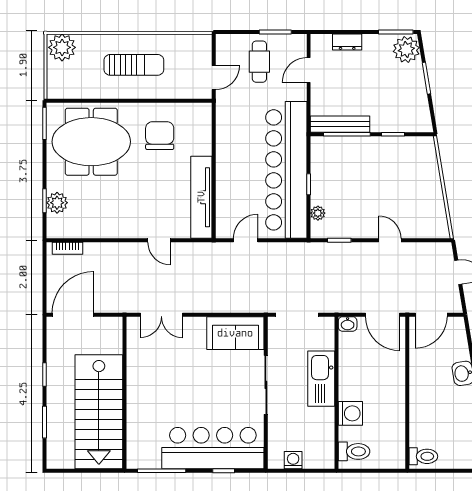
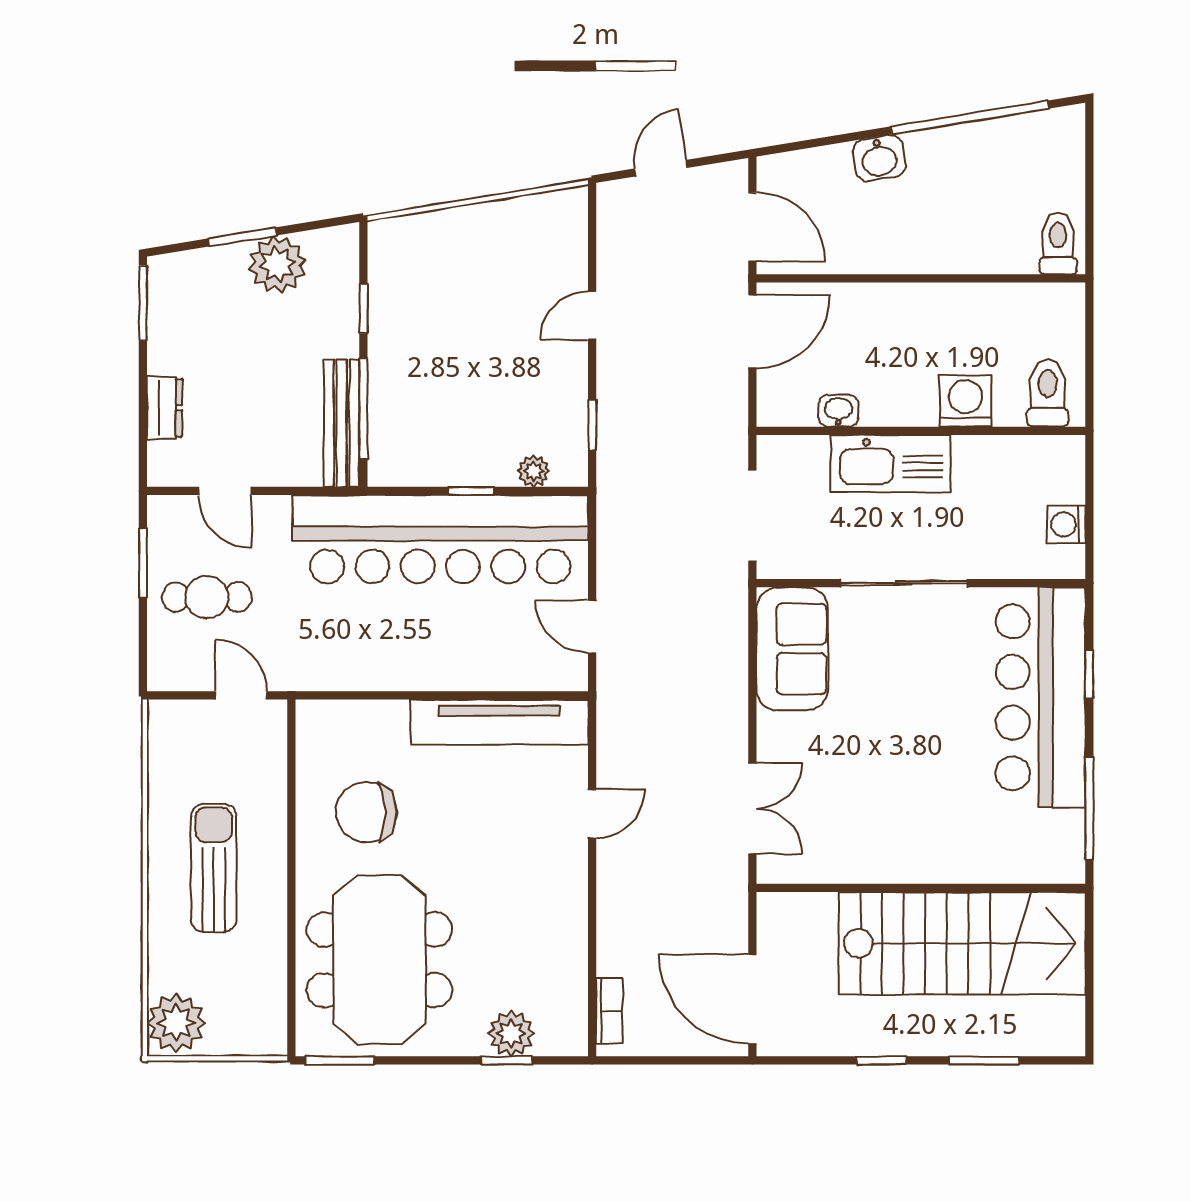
plant: (406, 49) -> (277, 264), moved
washbasin: (348, 324) -> (838, 411), moved, turned -90

